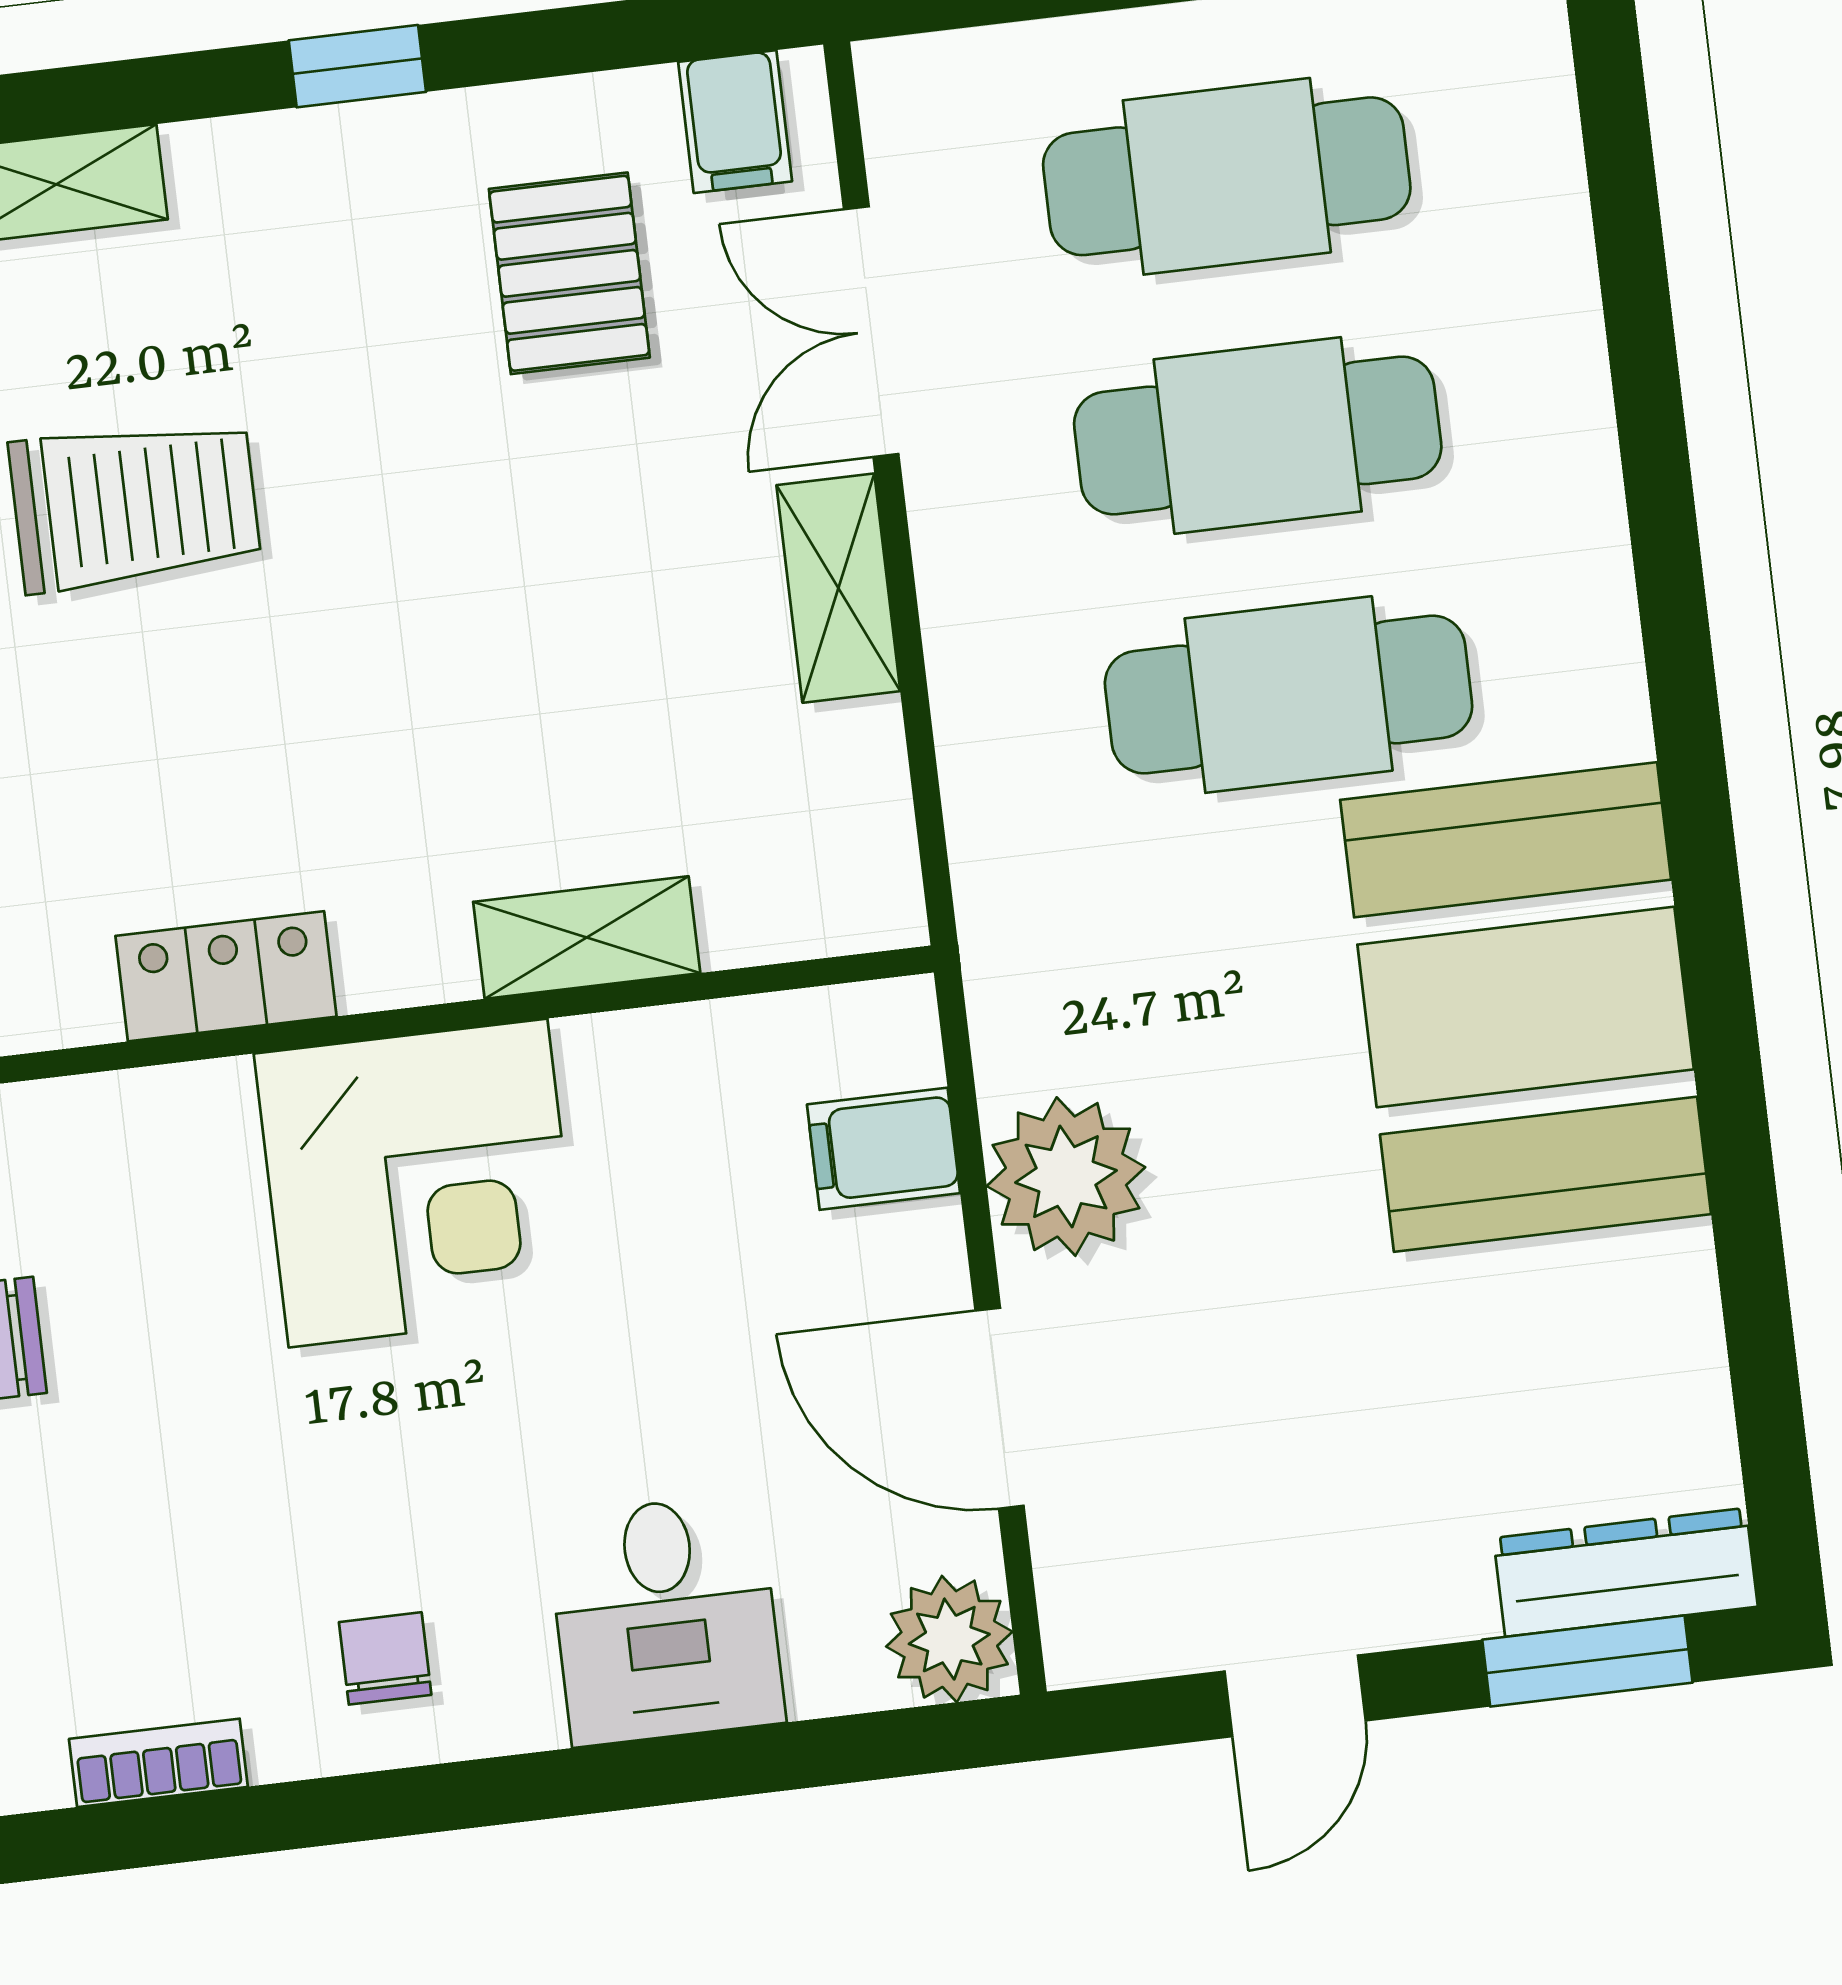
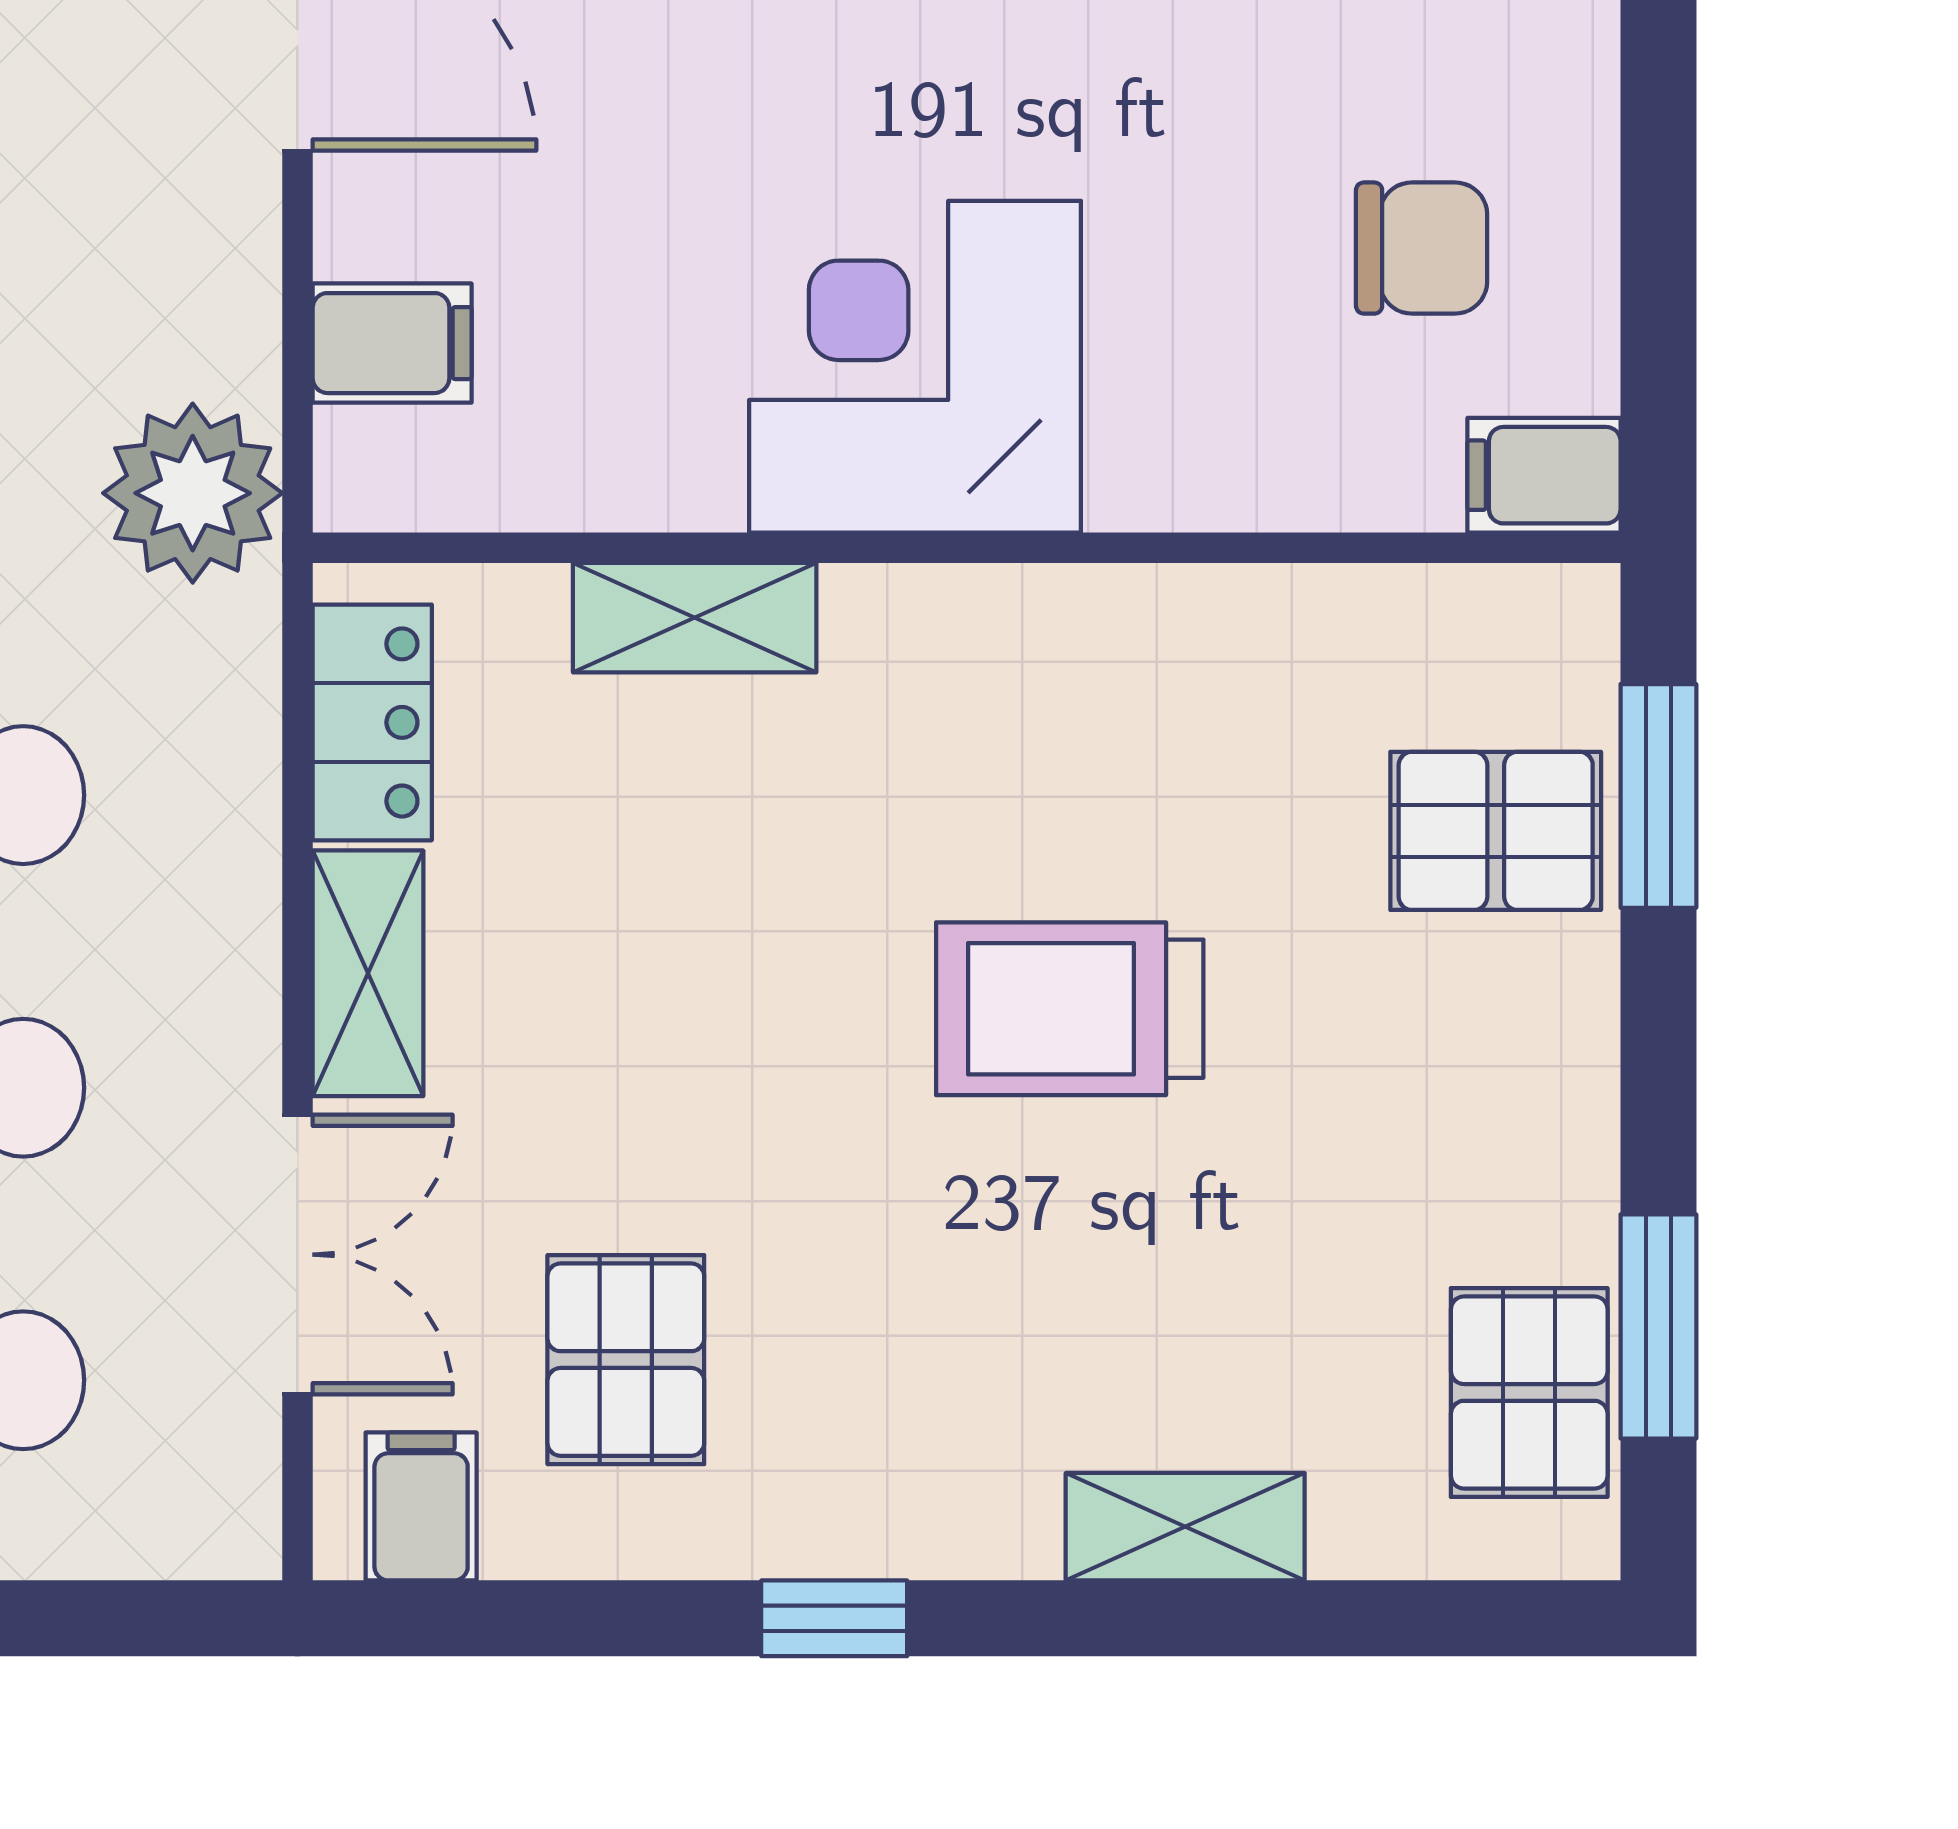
trolley: (135, 505) -> (1070, 1009), moved
locker: (226, 976) -> (372, 722), moved, turned -90
plant: (1066, 1177) -> (193, 493), moved

